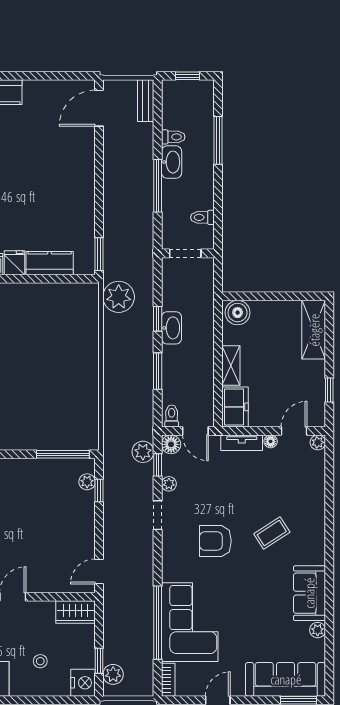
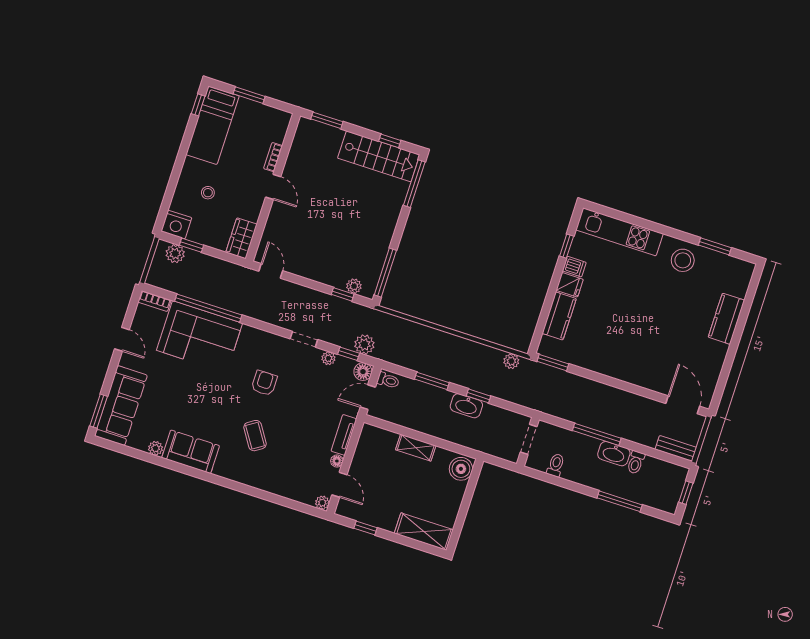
plant: (119, 297) -> (511, 361), width x0.53, depth x0.53
freezer: (235, 407) -> (378, 439), removed
armchair: (215, 541) -> (264, 383), width x0.72, depth x0.72

